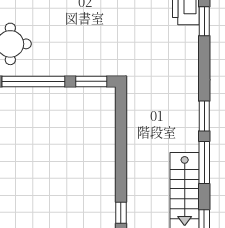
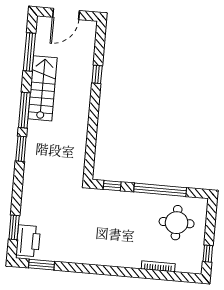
window: (91, 81) -> (112, 186), width x0.67

